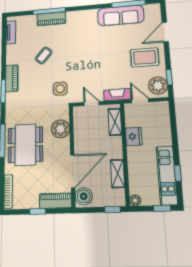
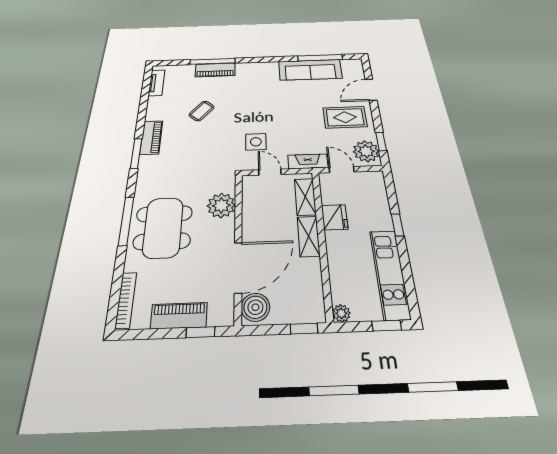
side table: (60, 89) -> (256, 142), moved
window: (178, 173) -> (397, 225), moved
shelving: (118, 174) -> (308, 236), moved
piano: (55, 201) -> (179, 316), moved
window: (38, 211) -> (201, 332), moved

